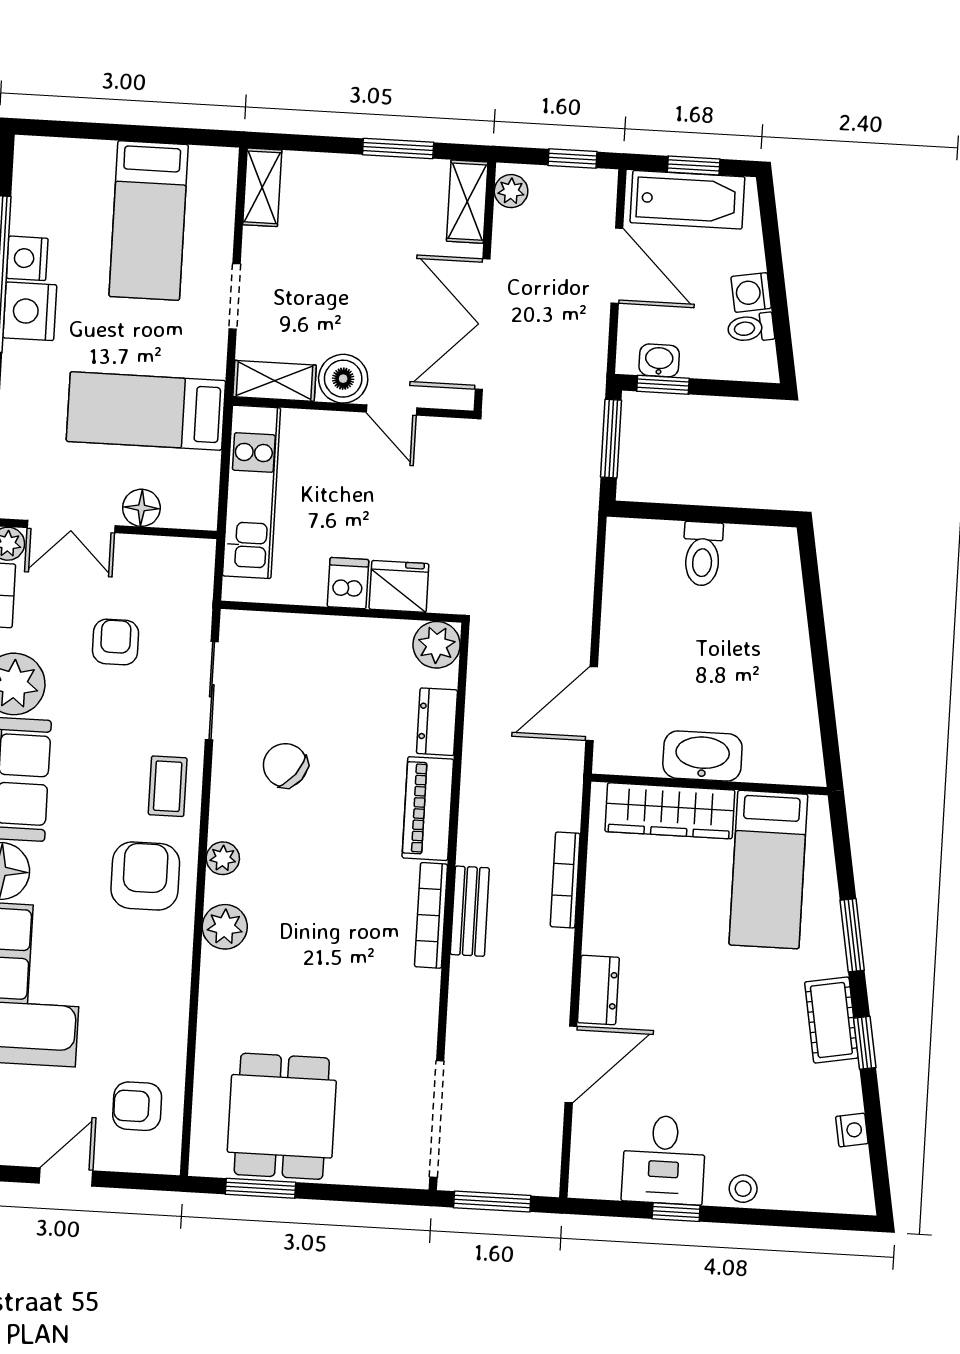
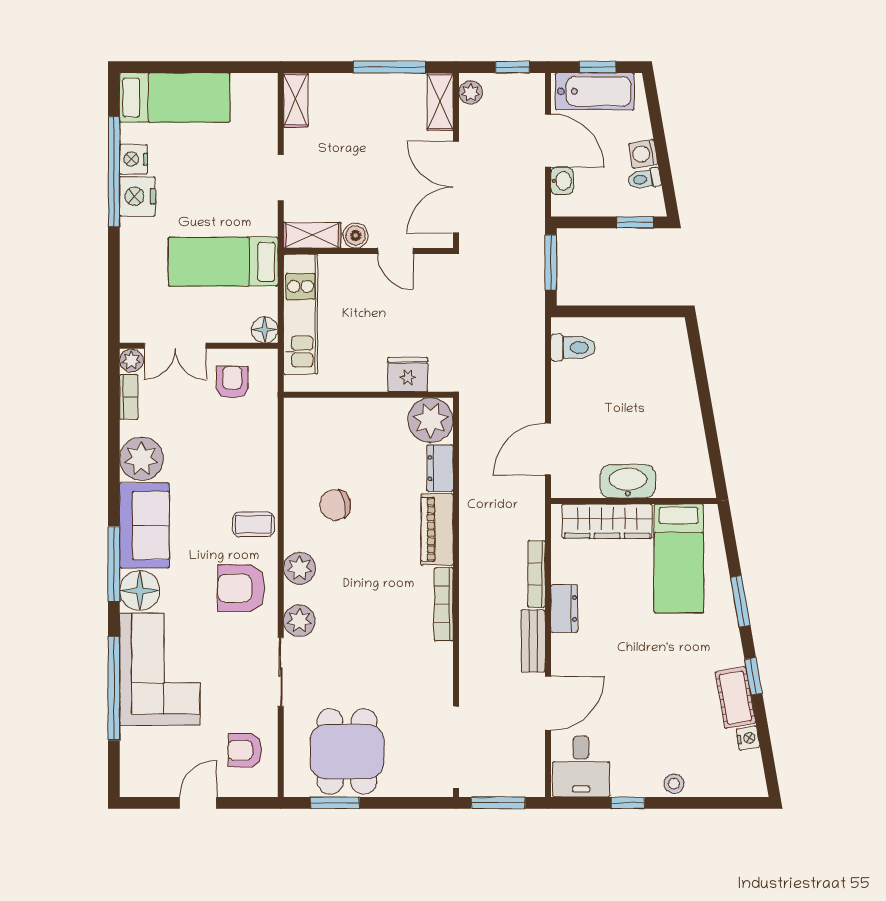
window: (398, 148) -> (389, 67), width x1.44
bed: (149, 221) -> (175, 98), moved, turned -90
washbasin: (659, 360) -> (562, 181), moved, turned 90
boiler: (343, 379) -> (356, 236), width x0.73, depth x0.73
window: (663, 385) -> (635, 222), moved
floor lamp: (141, 508) -> (265, 330), moved
toilet: (703, 554) -> (573, 348), moved, turned -90
dishwasher: (348, 583) -> (372, 374), removed
armchair: (116, 642) -> (232, 382), moved
plant: (437, 645) -> (431, 420), width x1.36, depth x1.36
sliding door: (212, 691) -> (281, 672), moved
chair: (285, 765) -> (335, 505), turned -50
coffee table: (168, 786) -> (253, 524), turned 90
plant: (223, 858) -> (299, 568), width x1.38, depth x1.38
armchair: (145, 876) -> (241, 588), turned -90
bench: (470, 911) -> (533, 641), moved
dresser: (598, 990) -> (564, 609), moved
cot: (831, 1020) -> (735, 698), moved
desk: (664, 1160) -> (581, 766), moved

